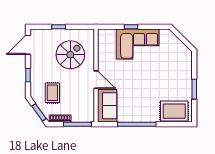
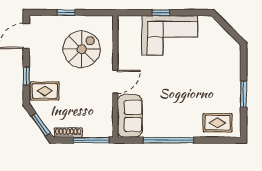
door: (96, 80) -> (115, 82), hinge flipped
rug: (52, 93) -> (45, 91), moved, turned 90
rug: (174, 111) -> (218, 123), width x0.73, depth x0.70

